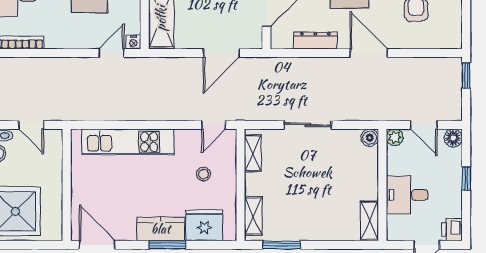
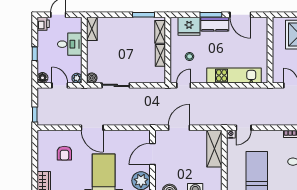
dresser: (315, 40) -> (124, 135), removed
sliding door: (308, 125) -> (116, 85), moved
shelving: (253, 153) -> (160, 55), moved
door: (97, 245) -> (240, 15), moved

